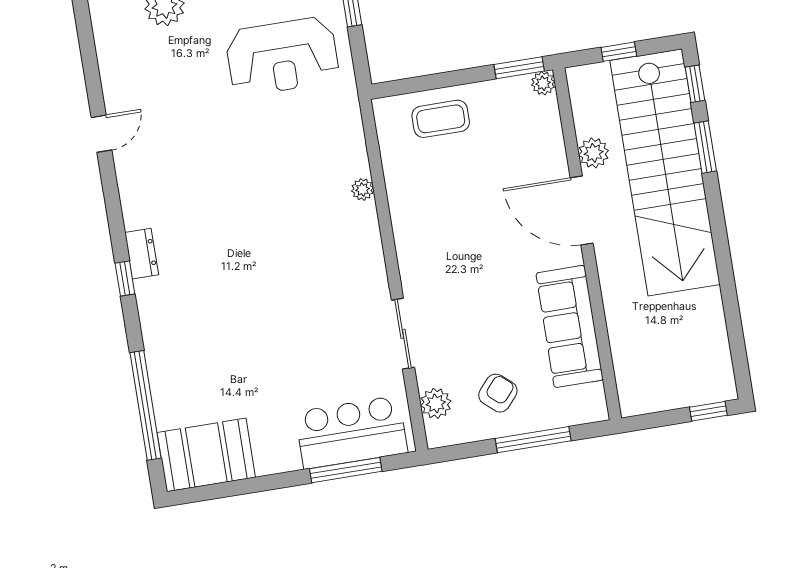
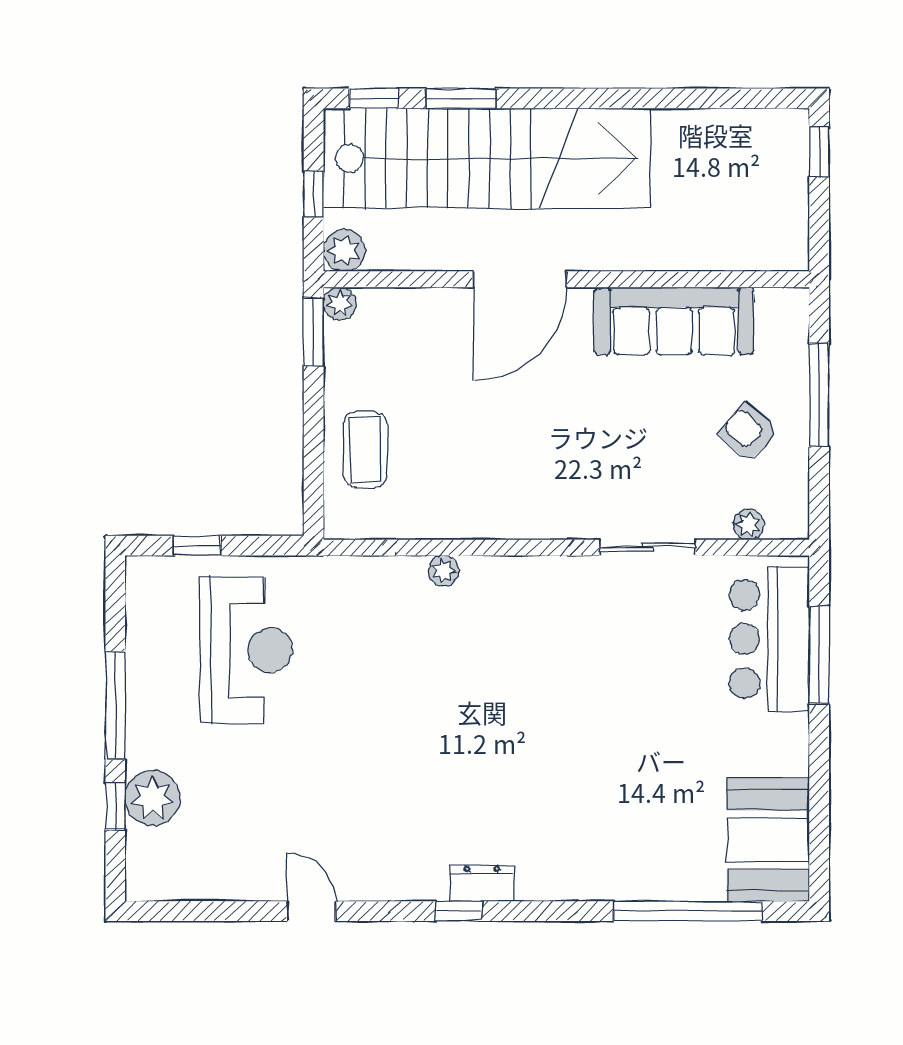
plant: (594, 153) -> (344, 250), moved
window: (125, 278) -> (459, 911), moved
plant: (436, 403) -> (749, 524), width x0.73, depth x0.73

